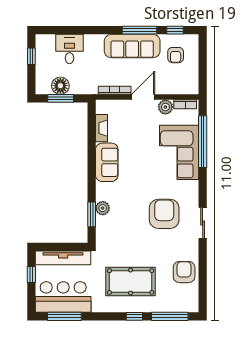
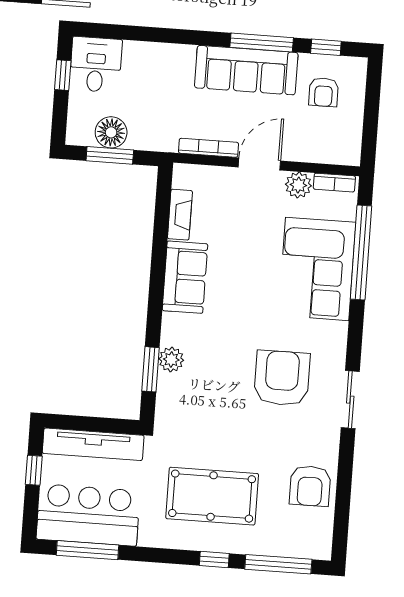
desk: (69, 49) -> (96, 65), moved
armchair: (184, 272) -> (310, 486), turned 180

